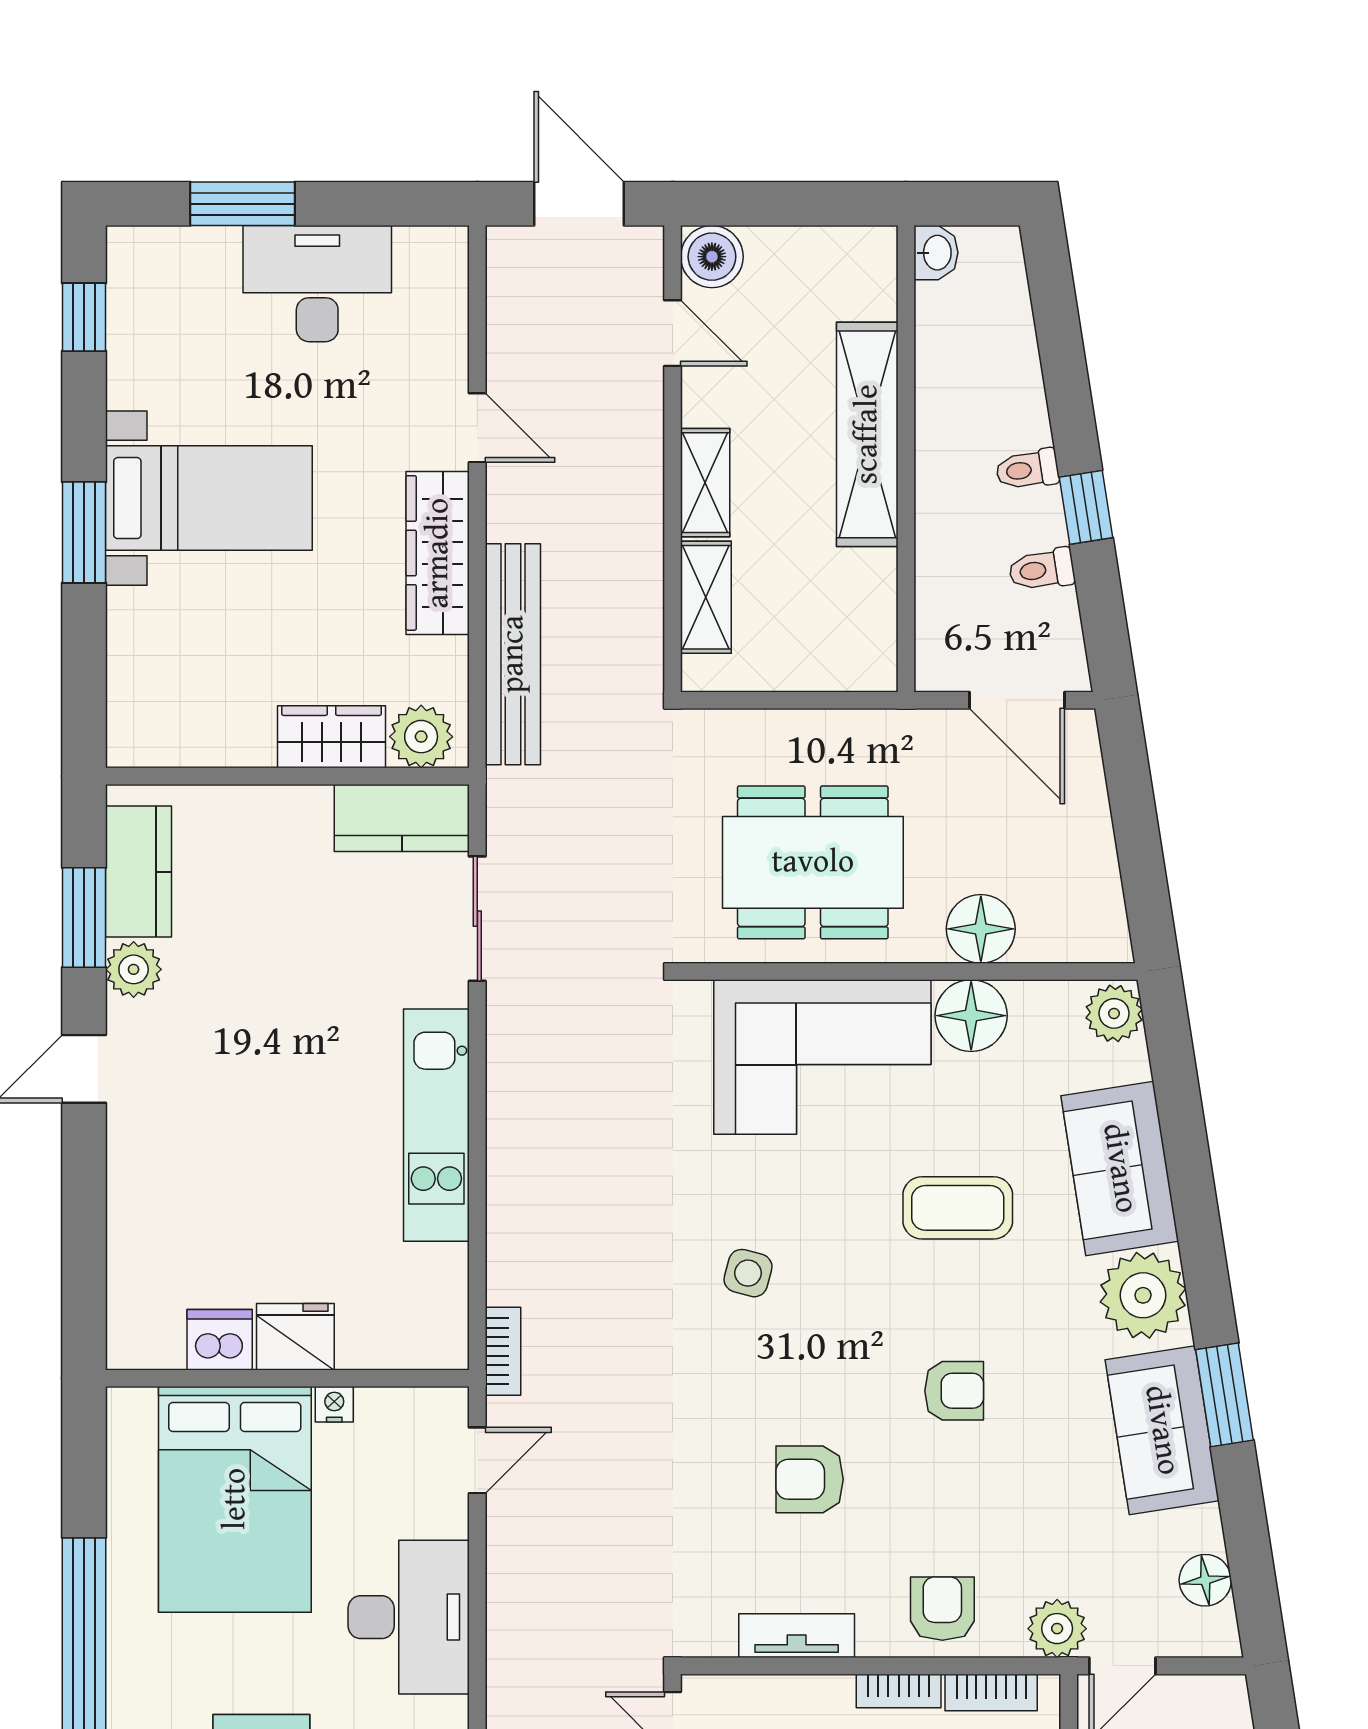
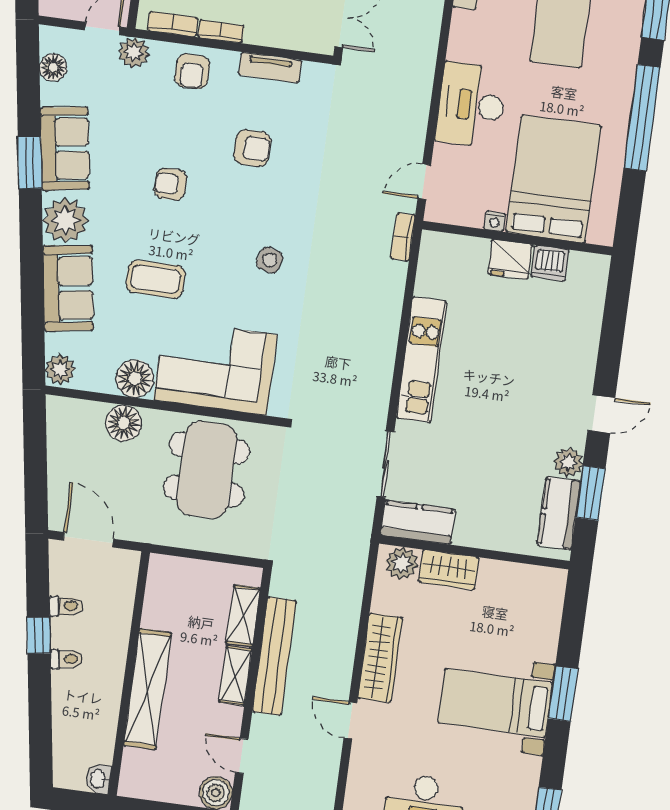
bench: (513, 654) -> (274, 656), moved
dining table: (813, 862) -> (206, 470), turned 90

